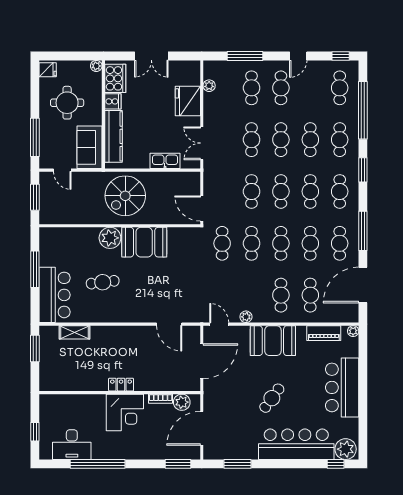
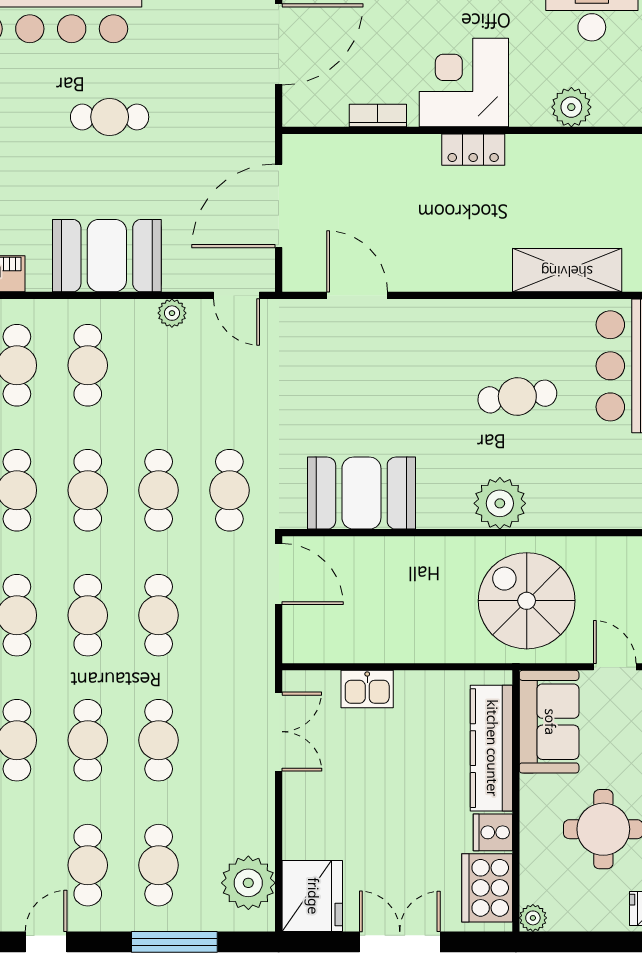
plant: (209, 86) -> (248, 883), width x1.87, depth x1.87
fridge: (188, 101) -> (312, 896), moved
kitchen sink: (165, 161) -> (367, 689), width x0.73
spiral stairs: (125, 196) -> (527, 601), moved, turned -90
booth: (144, 242) -> (361, 493), moved
shelving: (74, 332) -> (567, 270), width x1.50, depth x1.33
cafe table: (272, 398) -> (110, 117), turned 54
plant: (182, 402) -> (571, 107), moved

